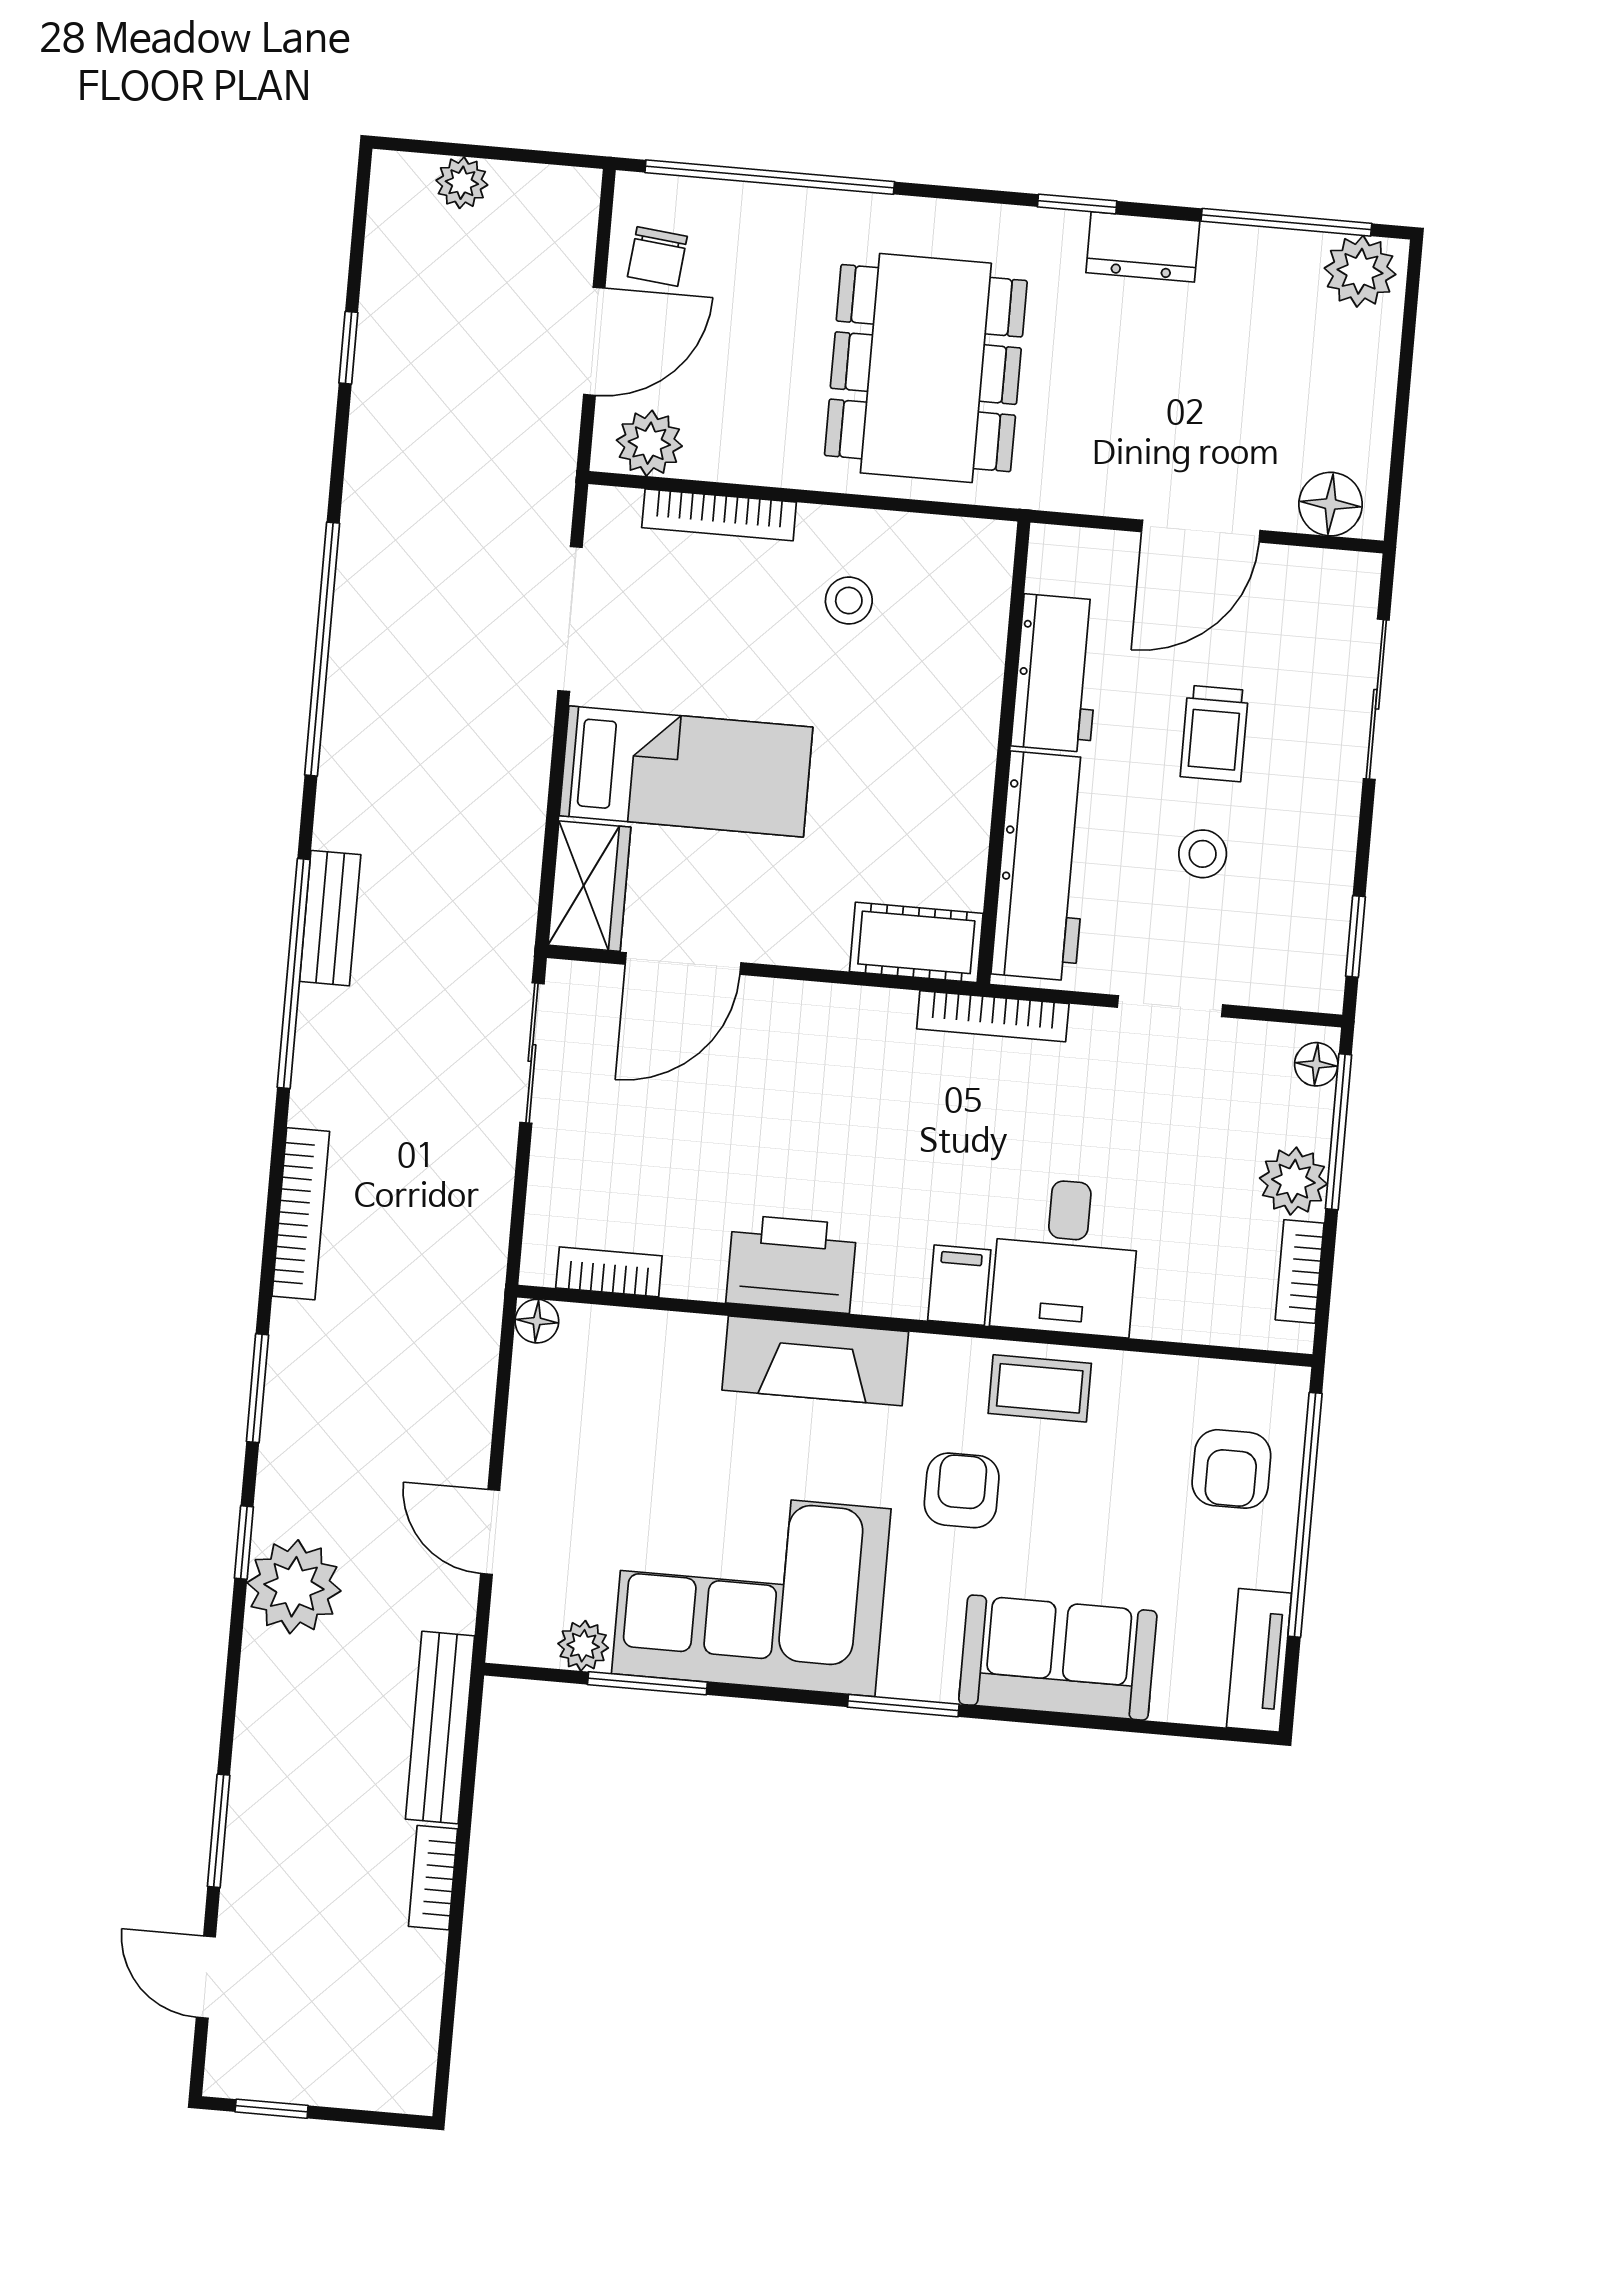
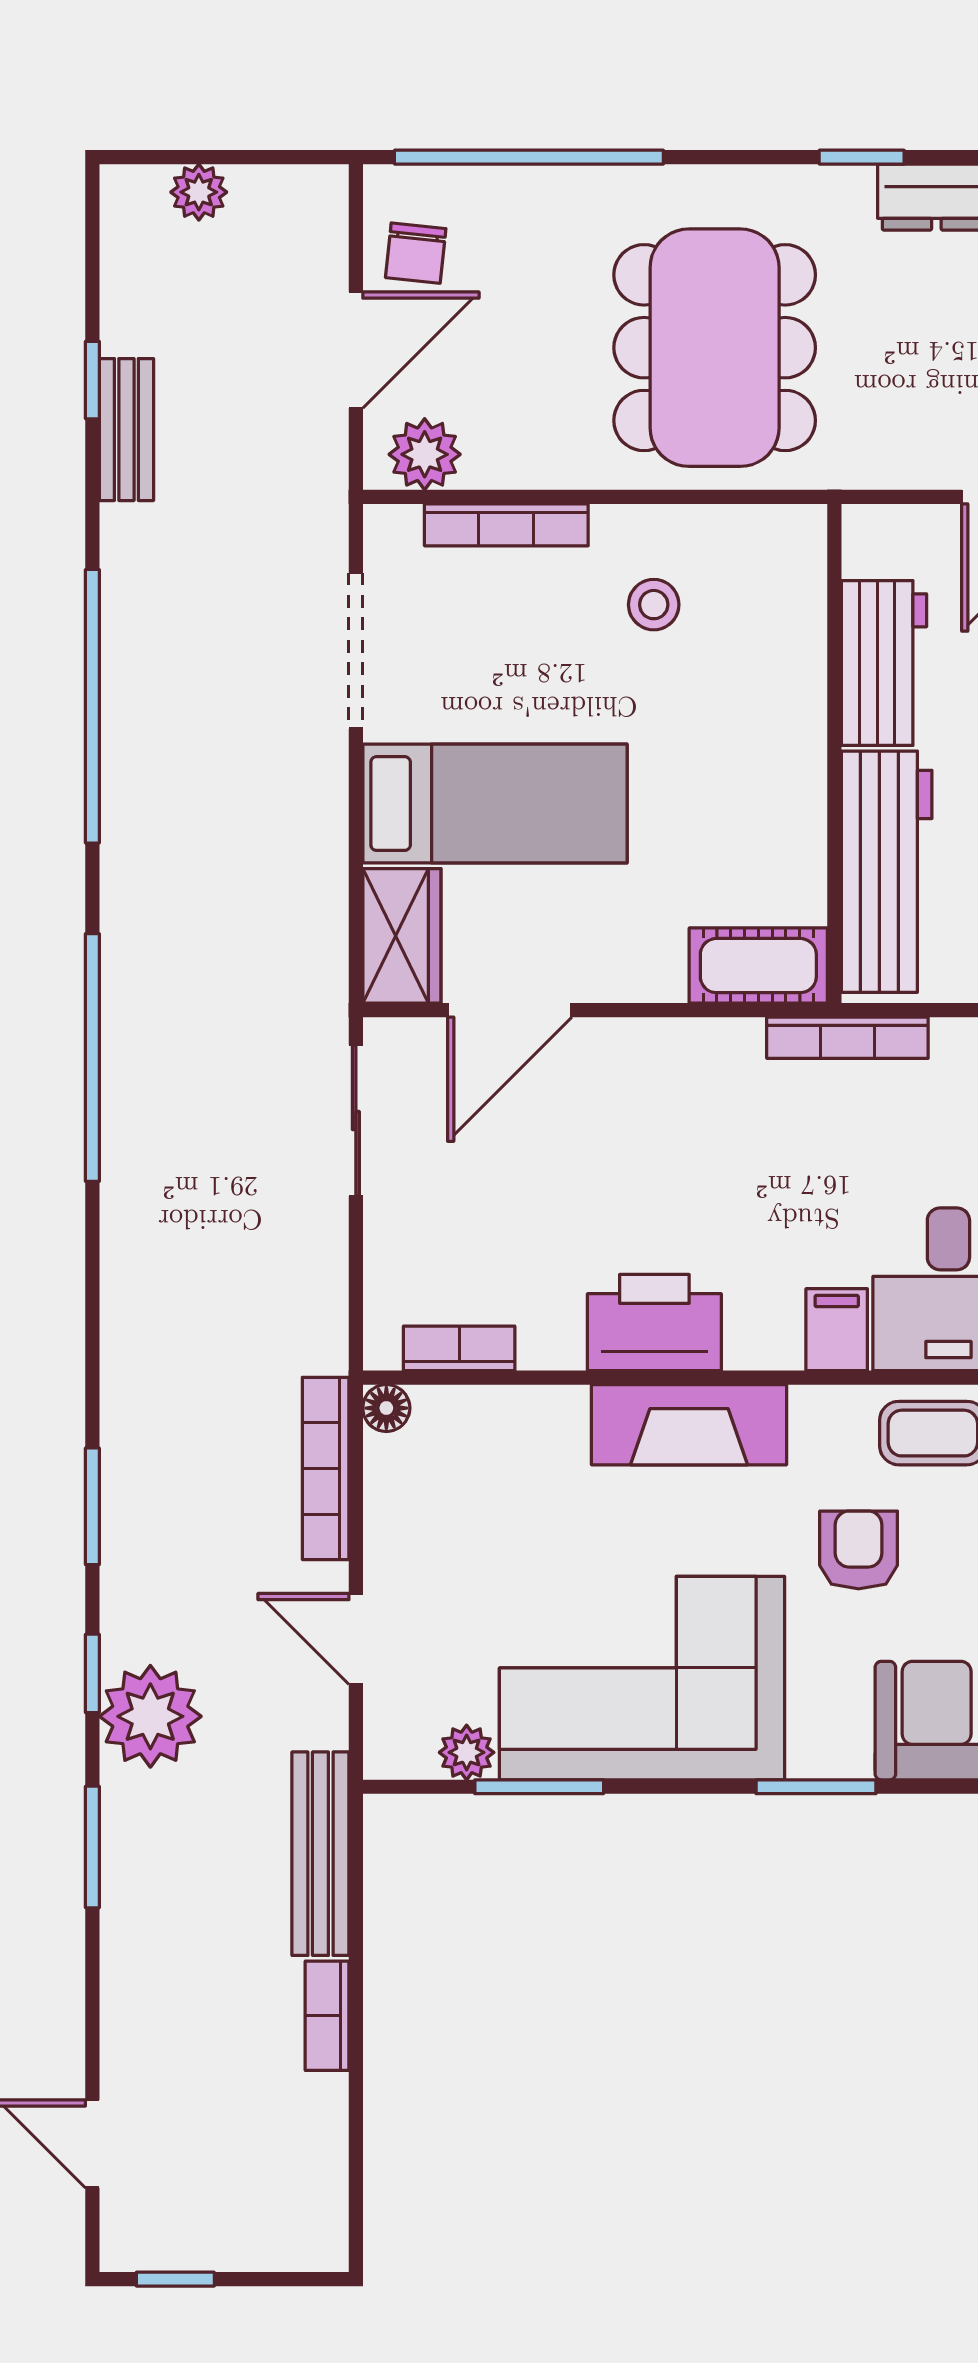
bench: (330, 918) -> (126, 430), moved
bookcase: (301, 1214) -> (326, 1468), moved, turned 180
window: (219, 1831) -> (92, 1847), moved

